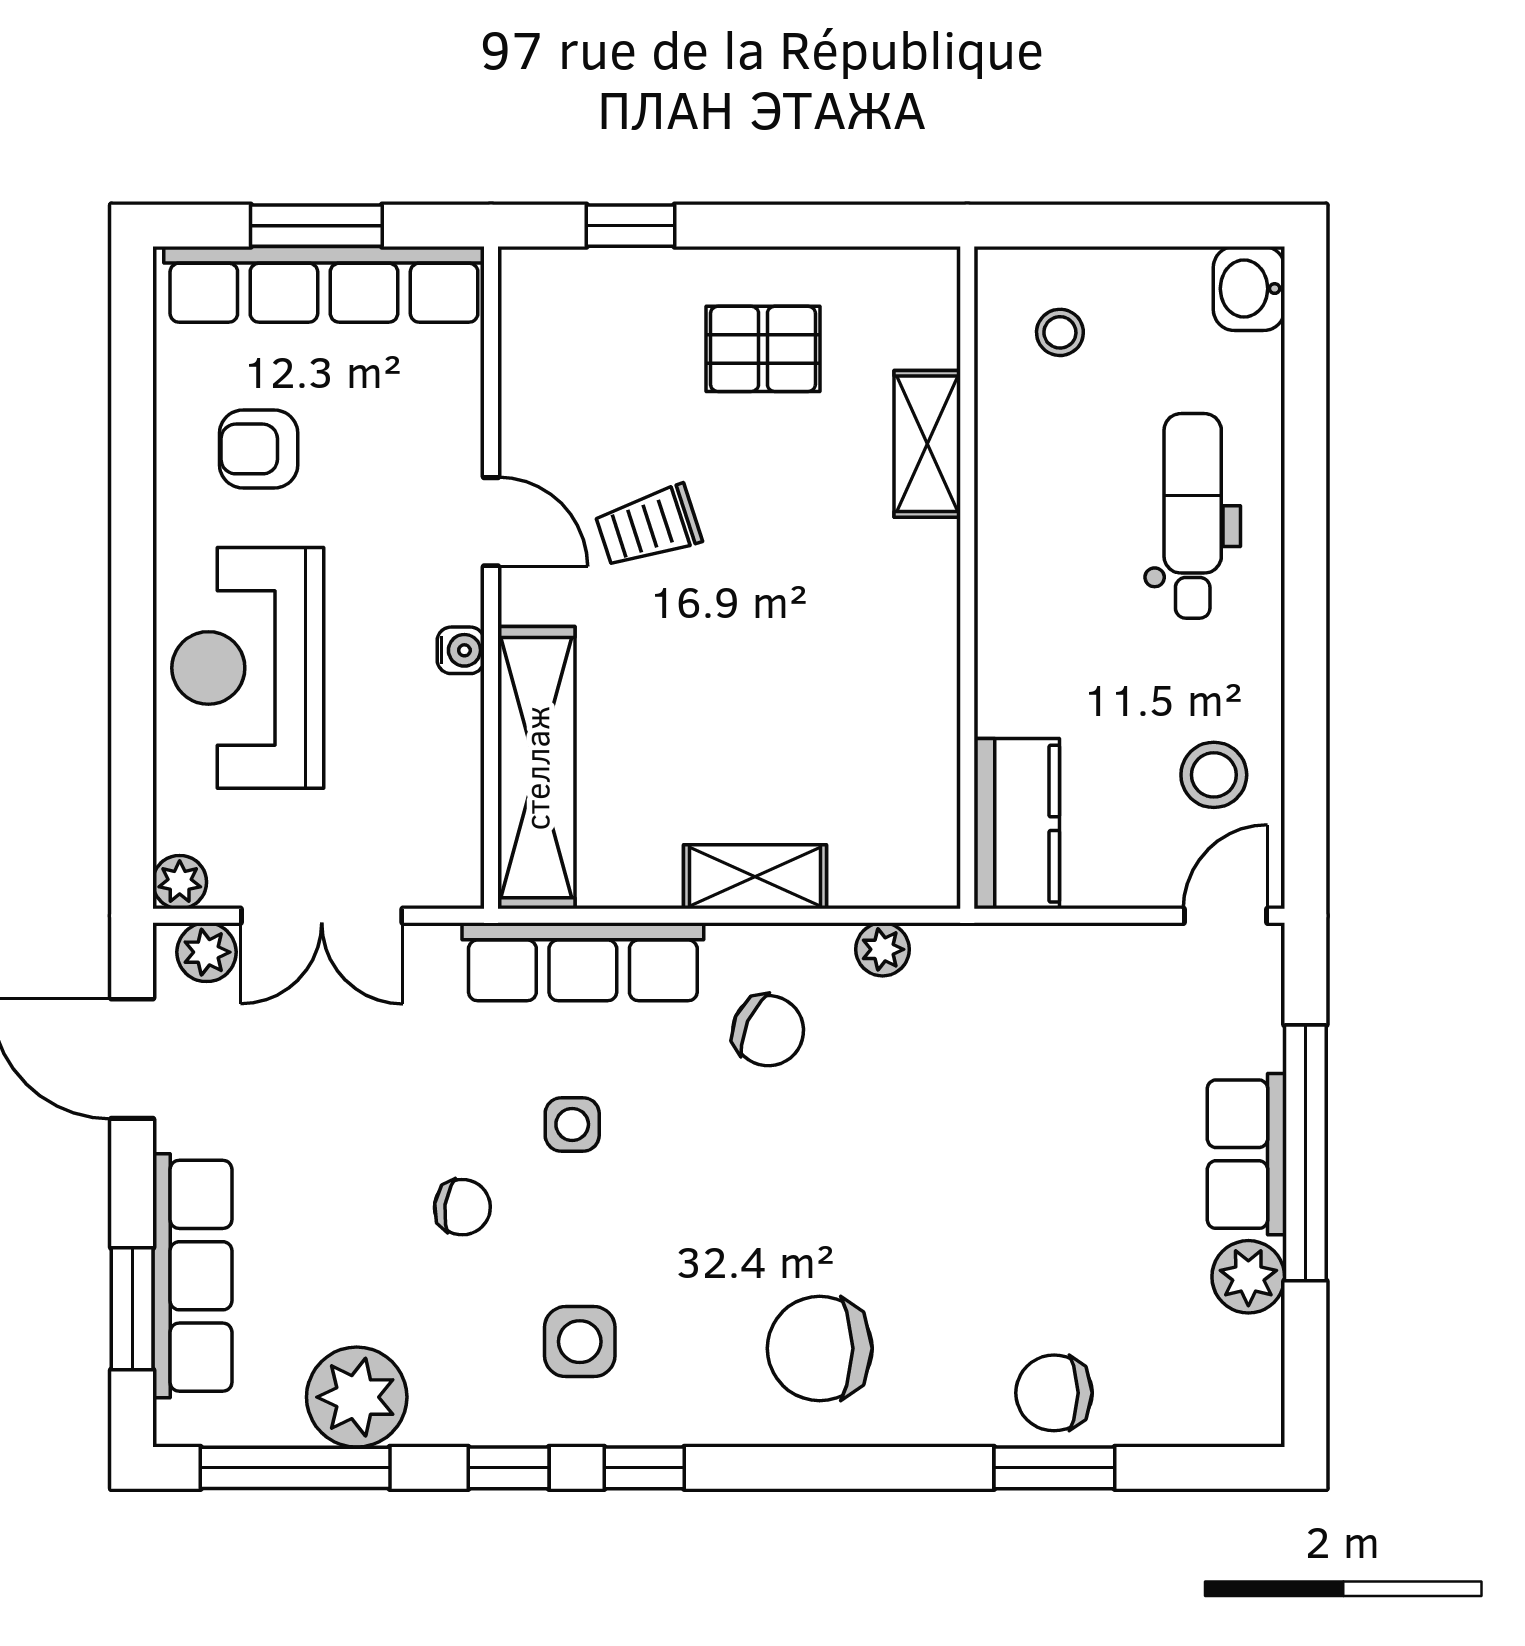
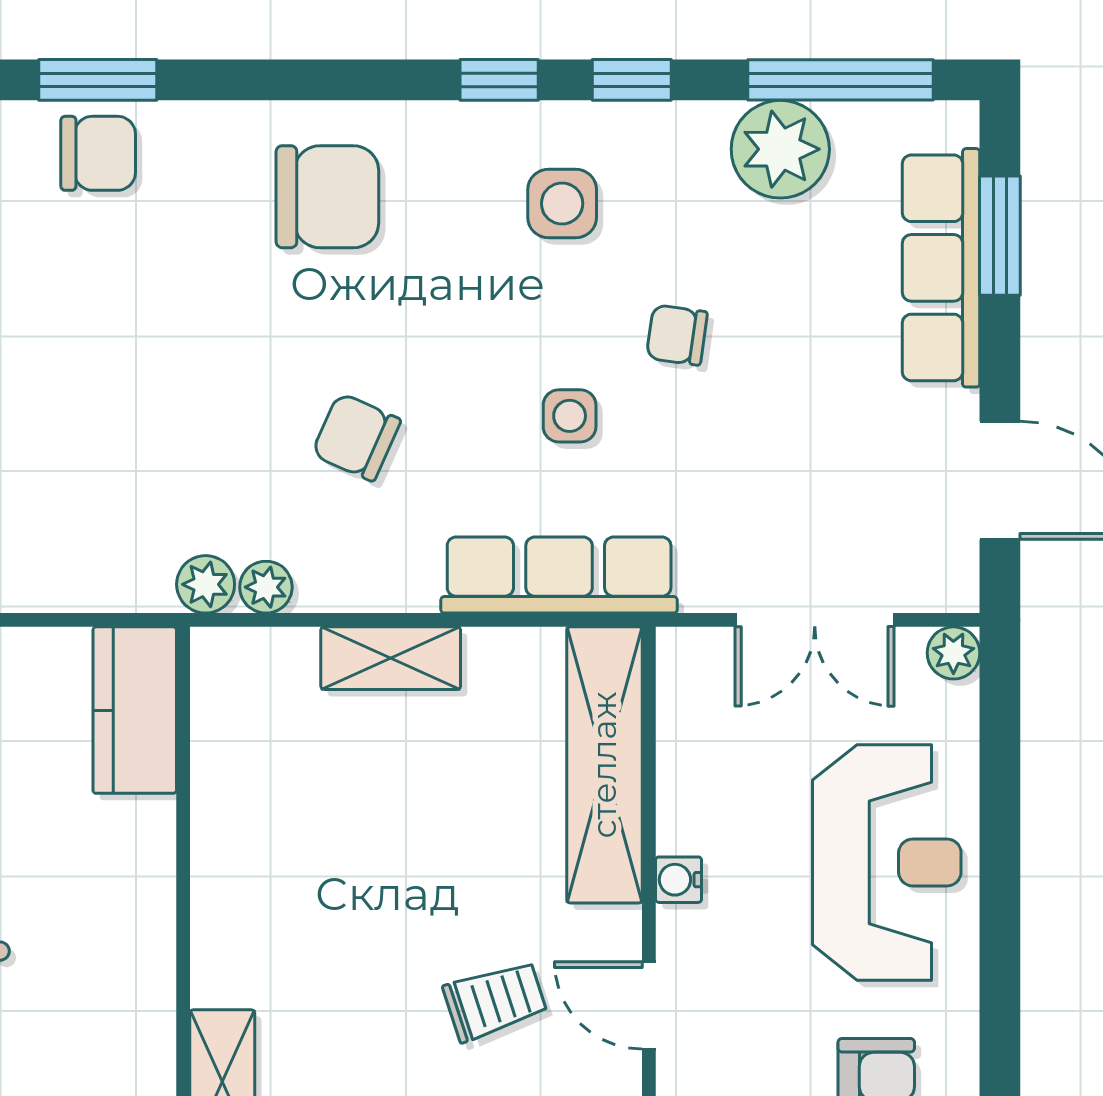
double door: (322, 916) -> (815, 620), swing flipped
plant: (207, 952) -> (206, 584), moved
chair: (768, 1031) -> (356, 437), moved

